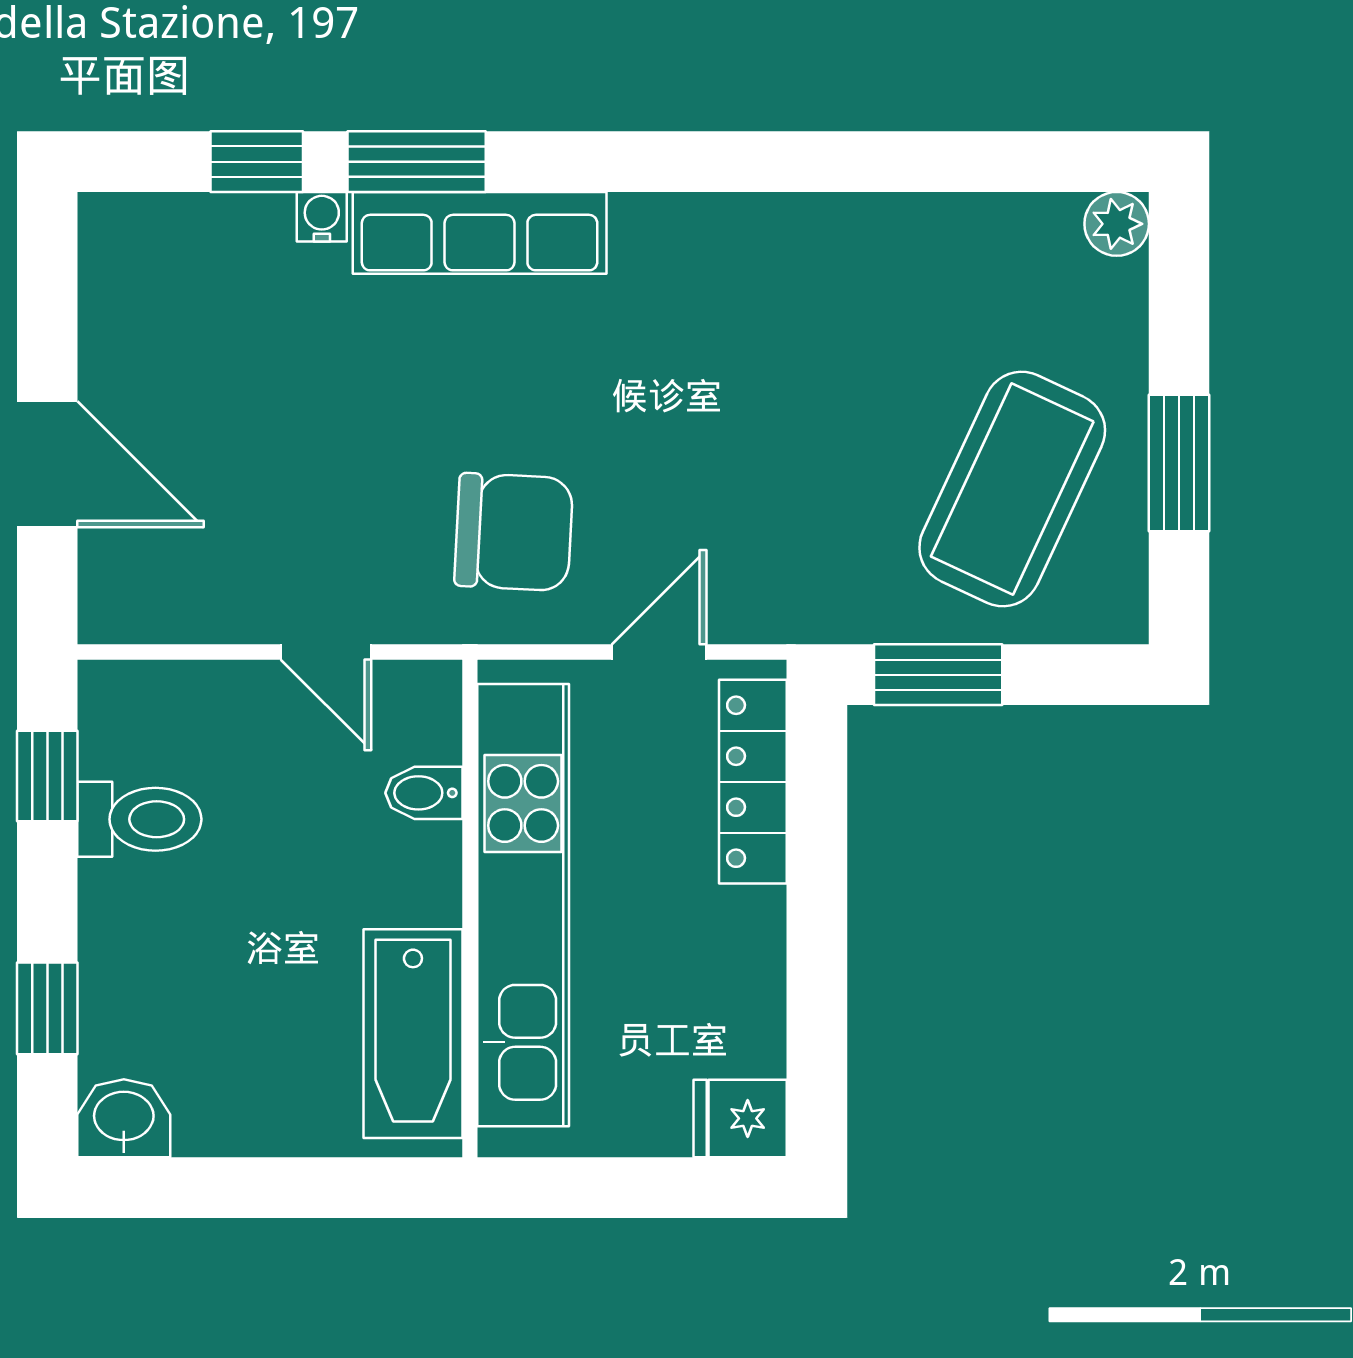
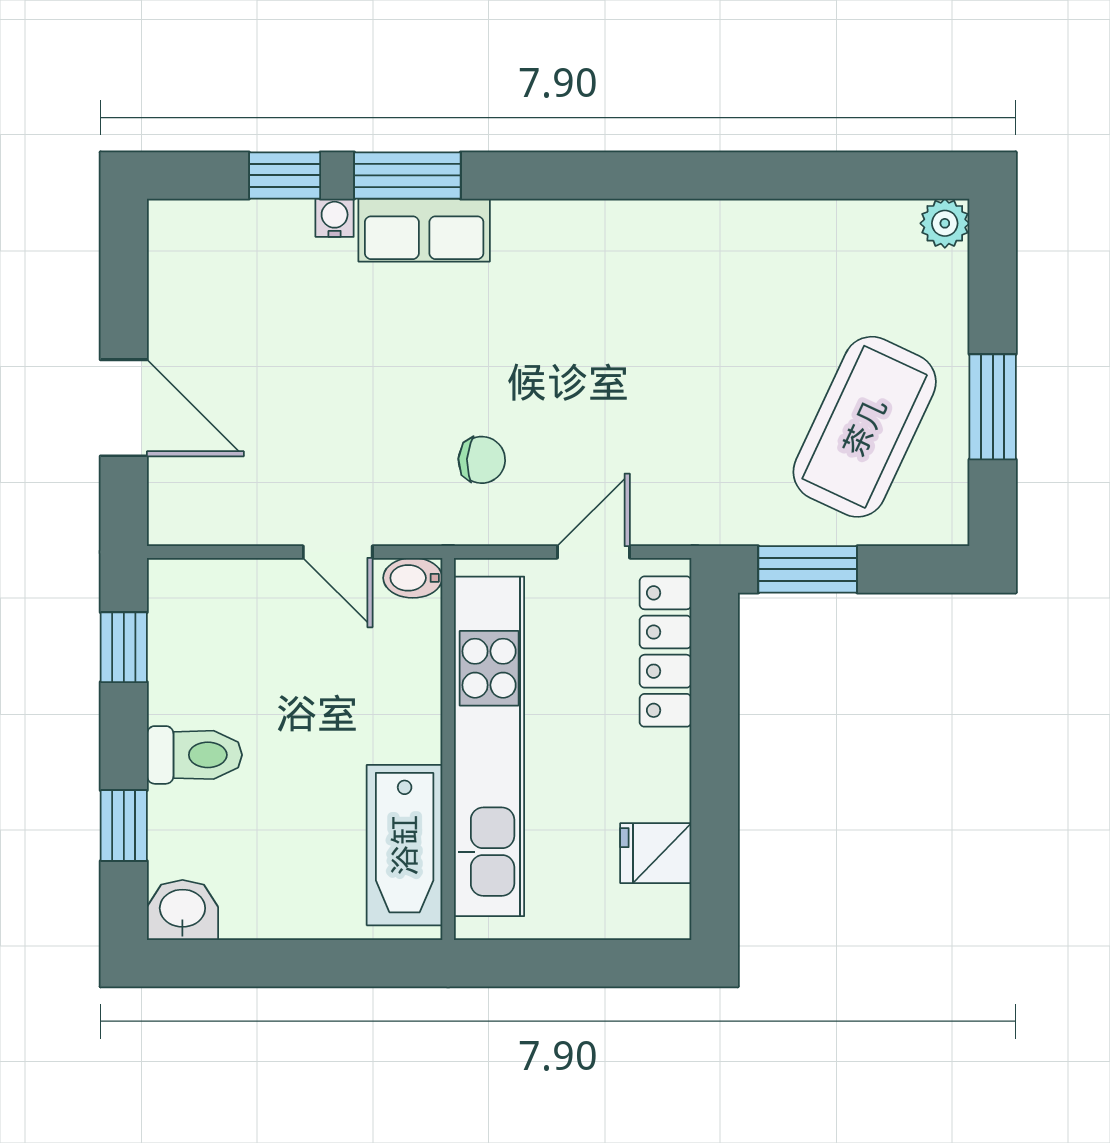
row of seats: (480, 233) -> (424, 230), width x0.68
chair: (514, 532) -> (482, 460), width x0.54, depth x0.54
bidet: (424, 793) -> (413, 578), moved
toilet: (139, 819) -> (194, 755), moved
fridge: (740, 1118) -> (656, 853), moved

